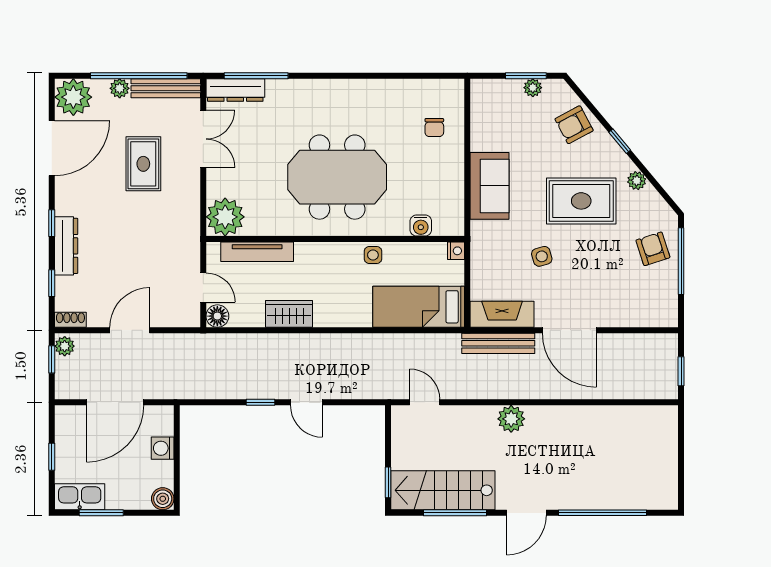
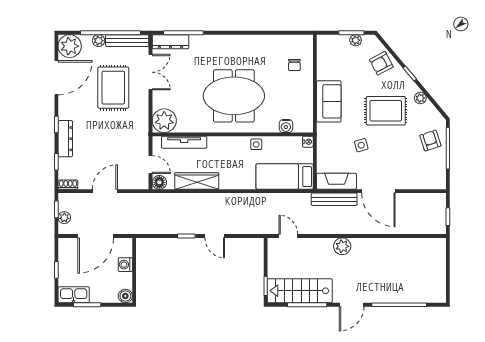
rug: (143, 164) -> (113, 88), width x1.36, depth x1.43
wardrobe: (289, 314) -> (197, 181), width x1.50
plant: (65, 346) -> (64, 218), moved

